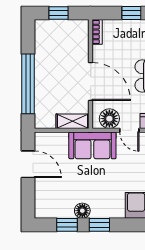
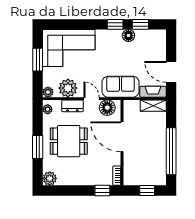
window: (131, 13) -> (102, 190), moved
window: (28, 84) -> (171, 151), moved
shelving: (73, 121) -> (153, 106), moved
fireplace: (51, 139) -> (153, 92), added

